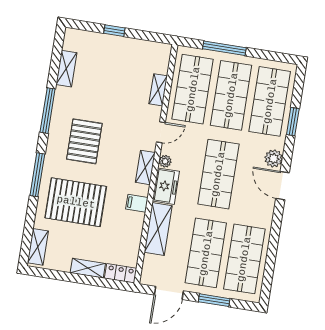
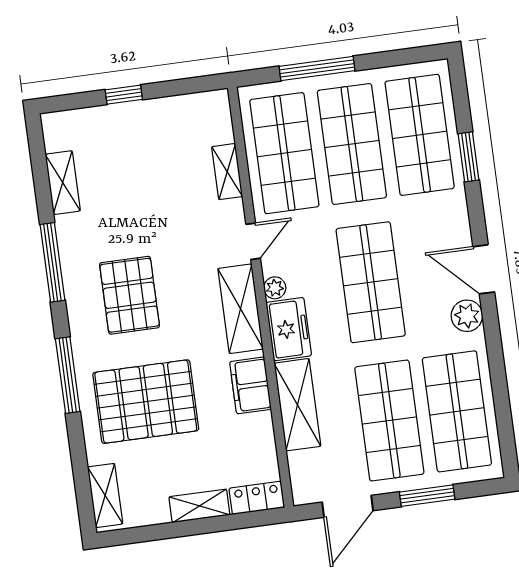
plant: (274, 158) -> (467, 316), moved
shelving: (145, 167) -> (241, 309), width x1.50, depth x1.33
filing cabinet: (137, 203) -> (250, 385), width x2.00

